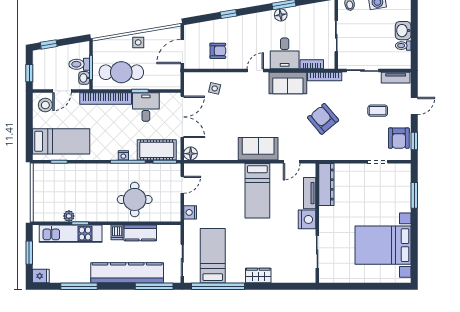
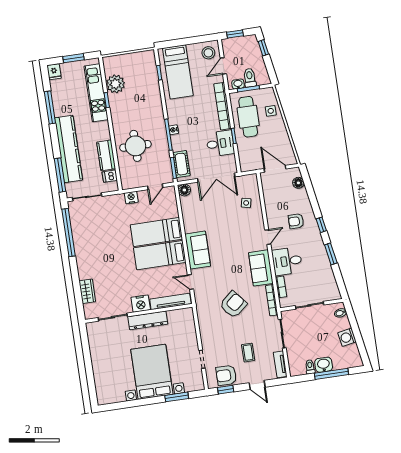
window: (229, 14) -> (321, 225), moved
floor lamp: (281, 15) -> (298, 183), moved
window: (414, 23) -> (331, 374), added
side table: (138, 42) -> (271, 111), moved
armchair: (218, 51) -> (296, 221), moved, turned 90
door: (255, 71) -> (268, 237), hinge flipped
door: (62, 91) -> (223, 66), hinge flipped
cot: (157, 150) -> (181, 164), width x0.73, depth x0.75
door: (182, 185) -> (155, 187), hinge flipped
dresser: (326, 185) -> (148, 320), moved
tv unit: (310, 193) -> (170, 301), width x1.41
plant: (69, 216) -> (115, 84), width x1.88, depth x1.88
dishwasher: (117, 232) -> (110, 176), moved
bed with nightstands: (383, 245) -> (152, 372), moved
bed: (213, 256) -> (156, 232), moved, turned 180
wardrobe: (258, 275) -> (87, 291), moved

